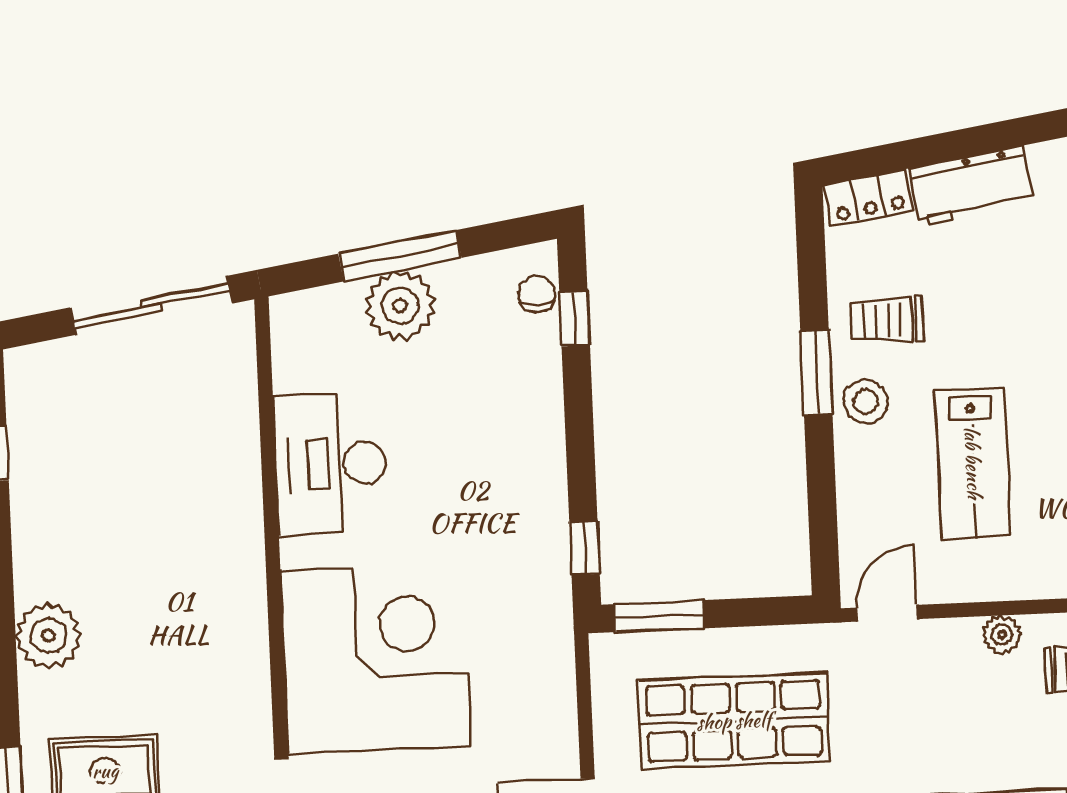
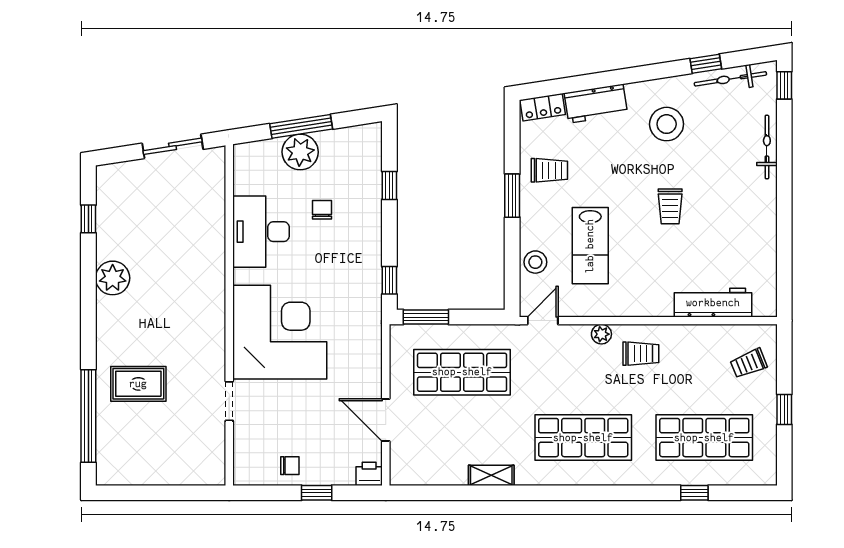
chair: (537, 294) -> (322, 210), moved
sliding door: (151, 305) -> (173, 146), width x0.73
window: (575, 319) -> (389, 185), moved
trolley: (887, 320) -> (549, 170), turned 180
stool: (866, 401) -> (535, 262), moved
plant: (49, 636) -> (113, 278), moved

